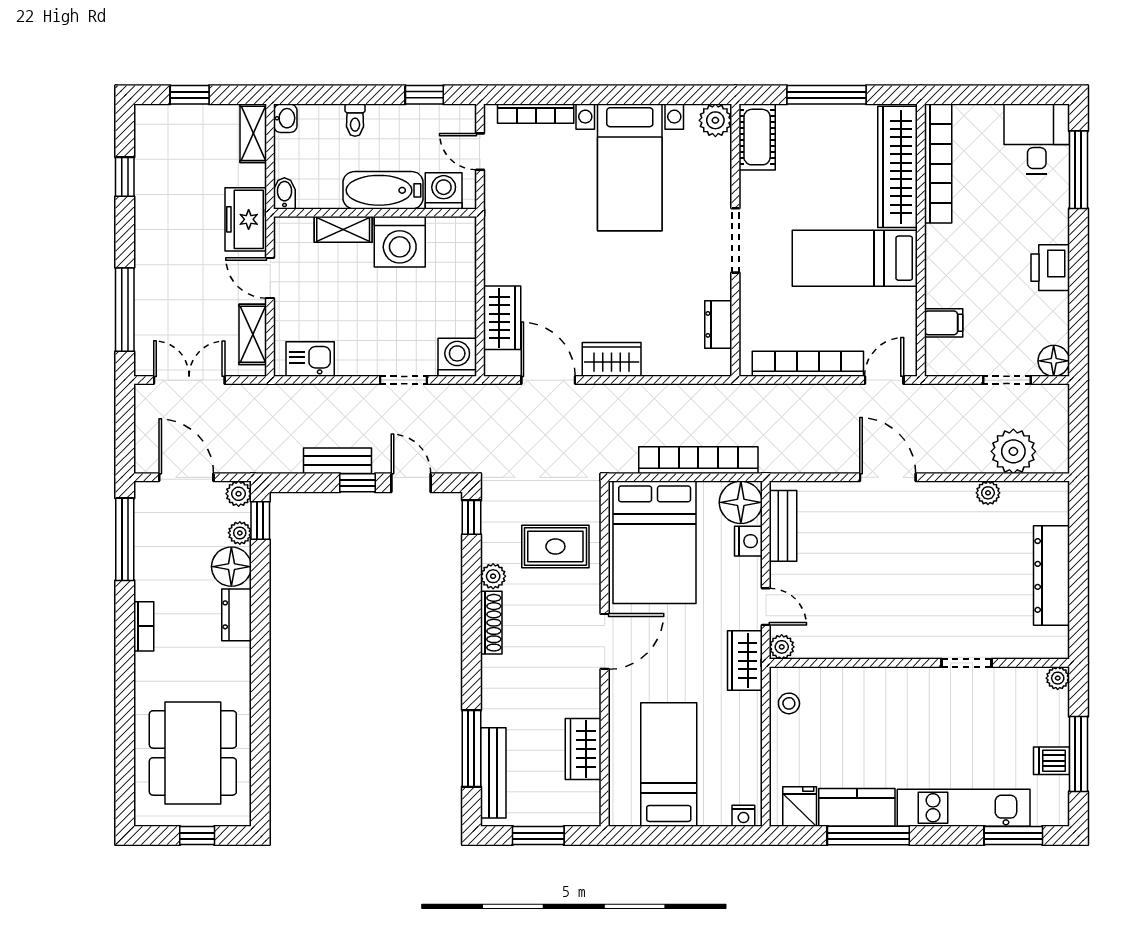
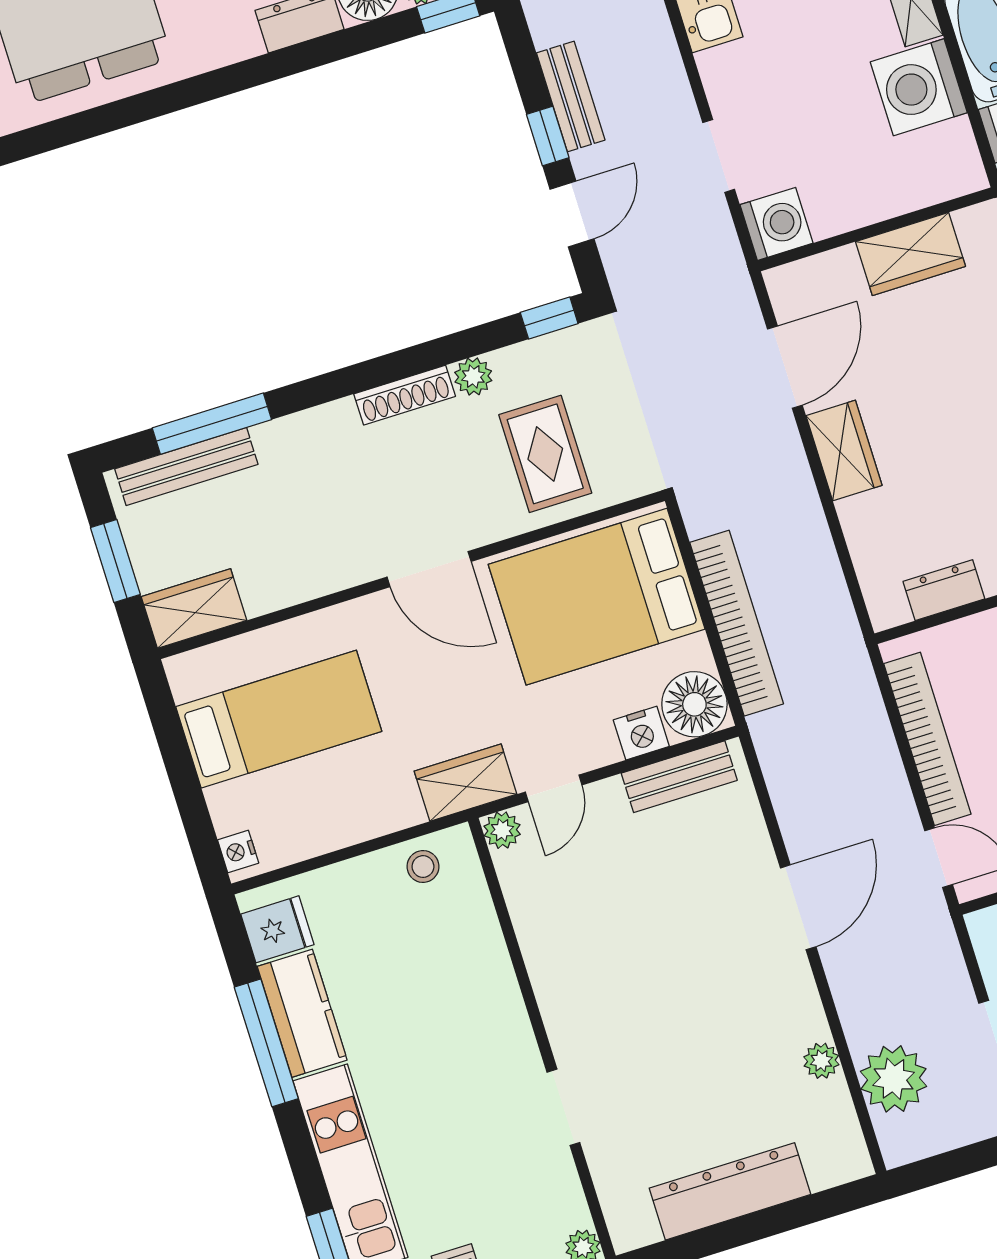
wardrobe: (502, 318) -> (910, 254), moved
wardrobe: (583, 749) -> (194, 609), moved

